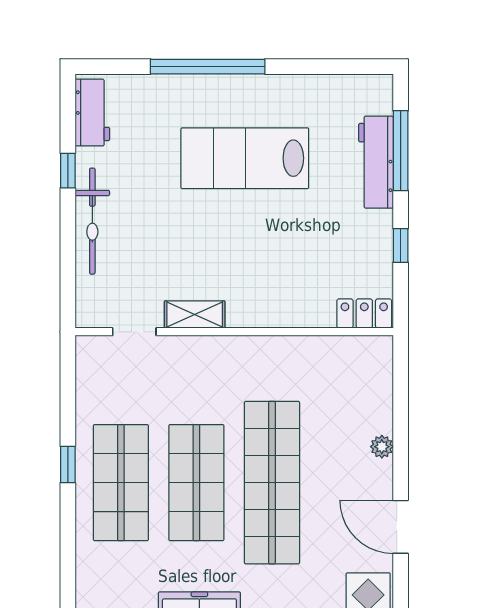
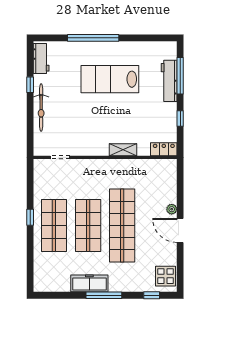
shelving: (195, 315) -> (123, 150), moved
door: (401, 527) -> (180, 230), moved

